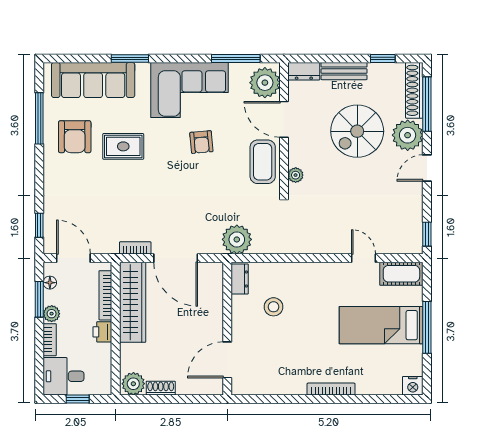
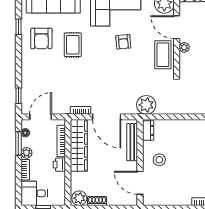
window: (39, 118) -> (18, 27), width x0.46
rug: (123, 146) -> (73, 45), turned 90
plant: (296, 175) -> (184, 47), moved
door: (73, 258) -> (41, 117), hinge flipped
bench: (215, 297) -> (132, 142), added
stool: (274, 307) -> (159, 160), moved
door: (227, 360) -> (140, 183), hinge flipped

